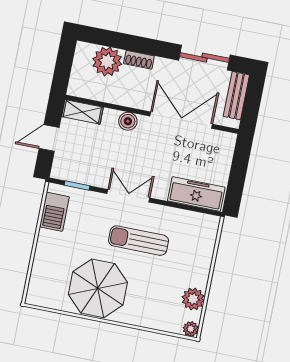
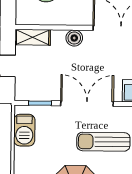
double door: (128, 196) -> (87, 104), width x1.37

